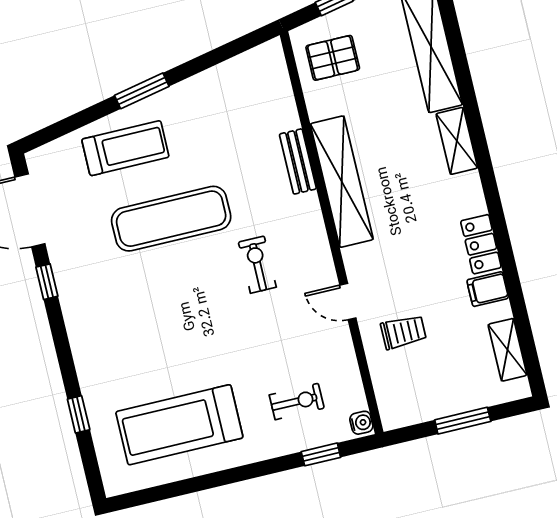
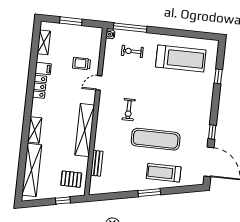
bench: (298, 161) -> (97, 163), moved
door: (348, 302) -> (99, 83), swing flipped
window: (321, 454) -> (130, 28), width x2.17

